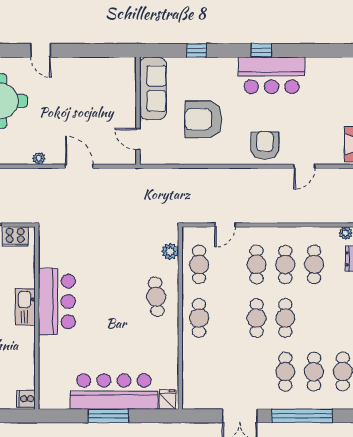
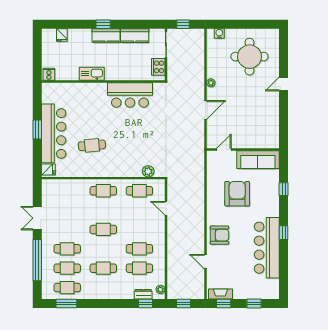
bar counter: (272, 75) -> (267, 248), width x1.36
cafe table: (257, 264) -> (139, 229), removed
cafe table: (156, 297) -> (92, 145), moved
bar counter: (57, 302) -> (130, 95), moved
kitchen sink: (25, 307) -> (92, 74), moved
cafe table: (285, 318) -> (103, 268), moved
window: (108, 416) -> (37, 130), width x0.69

